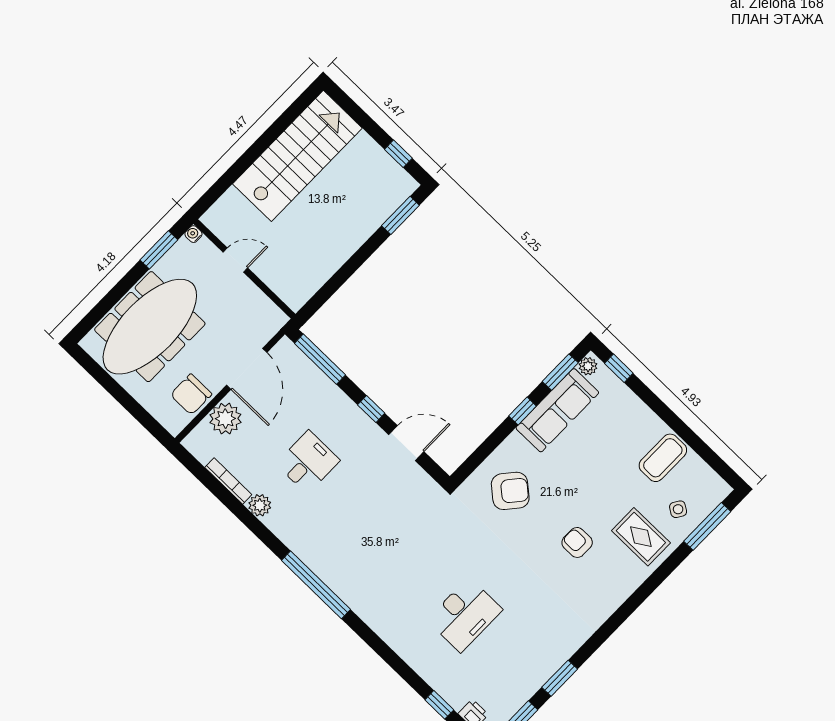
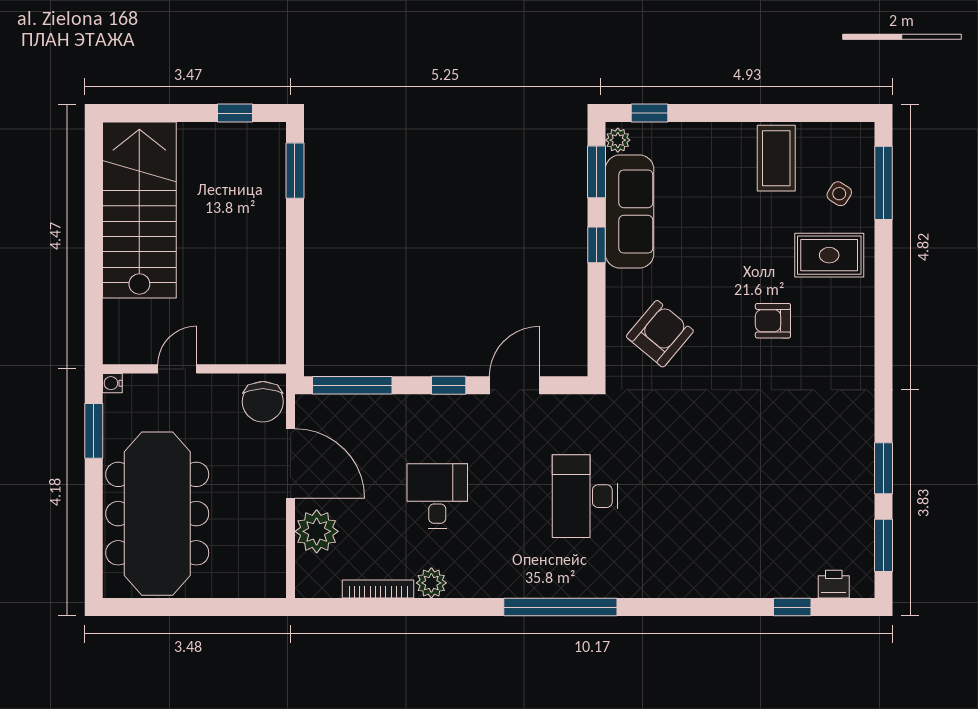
chair: (191, 394) -> (263, 402), moved
desk: (465, 615) -> (585, 496), moved, turned 180

